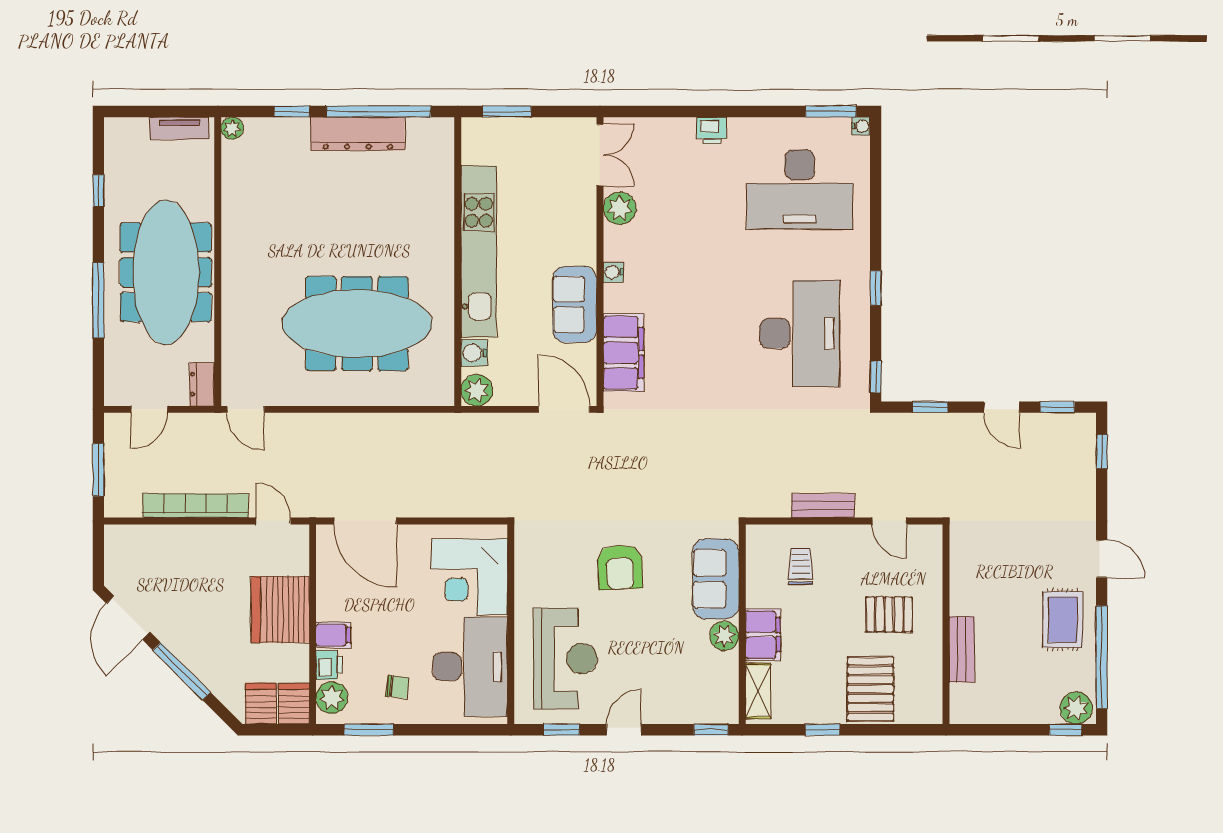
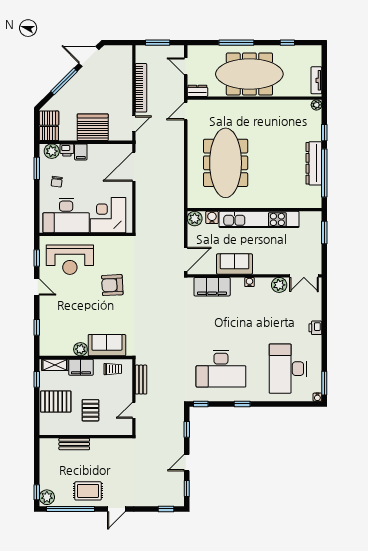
sofa: (716, 579) -> (107, 345), moved
wall: (742, 624) -> (86, 358), moved
filing cabinet: (763, 635) -> (81, 367), moved
plant: (724, 636) -> (80, 349), moved
shelving: (758, 691) -> (55, 365), moved

